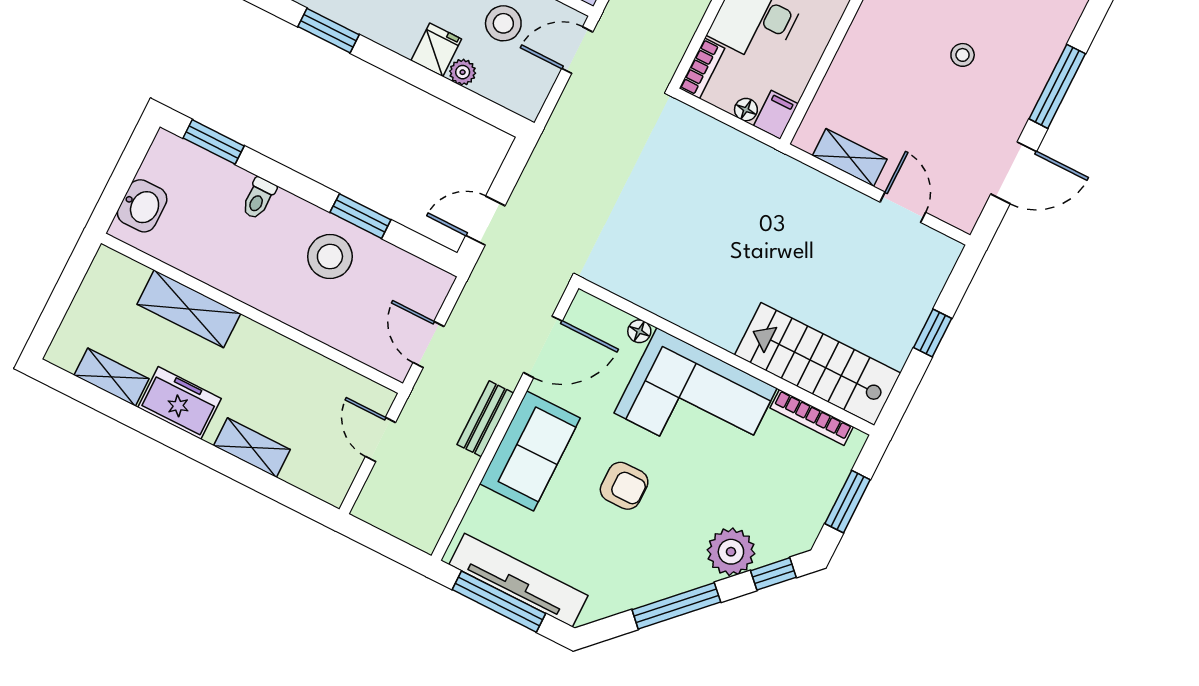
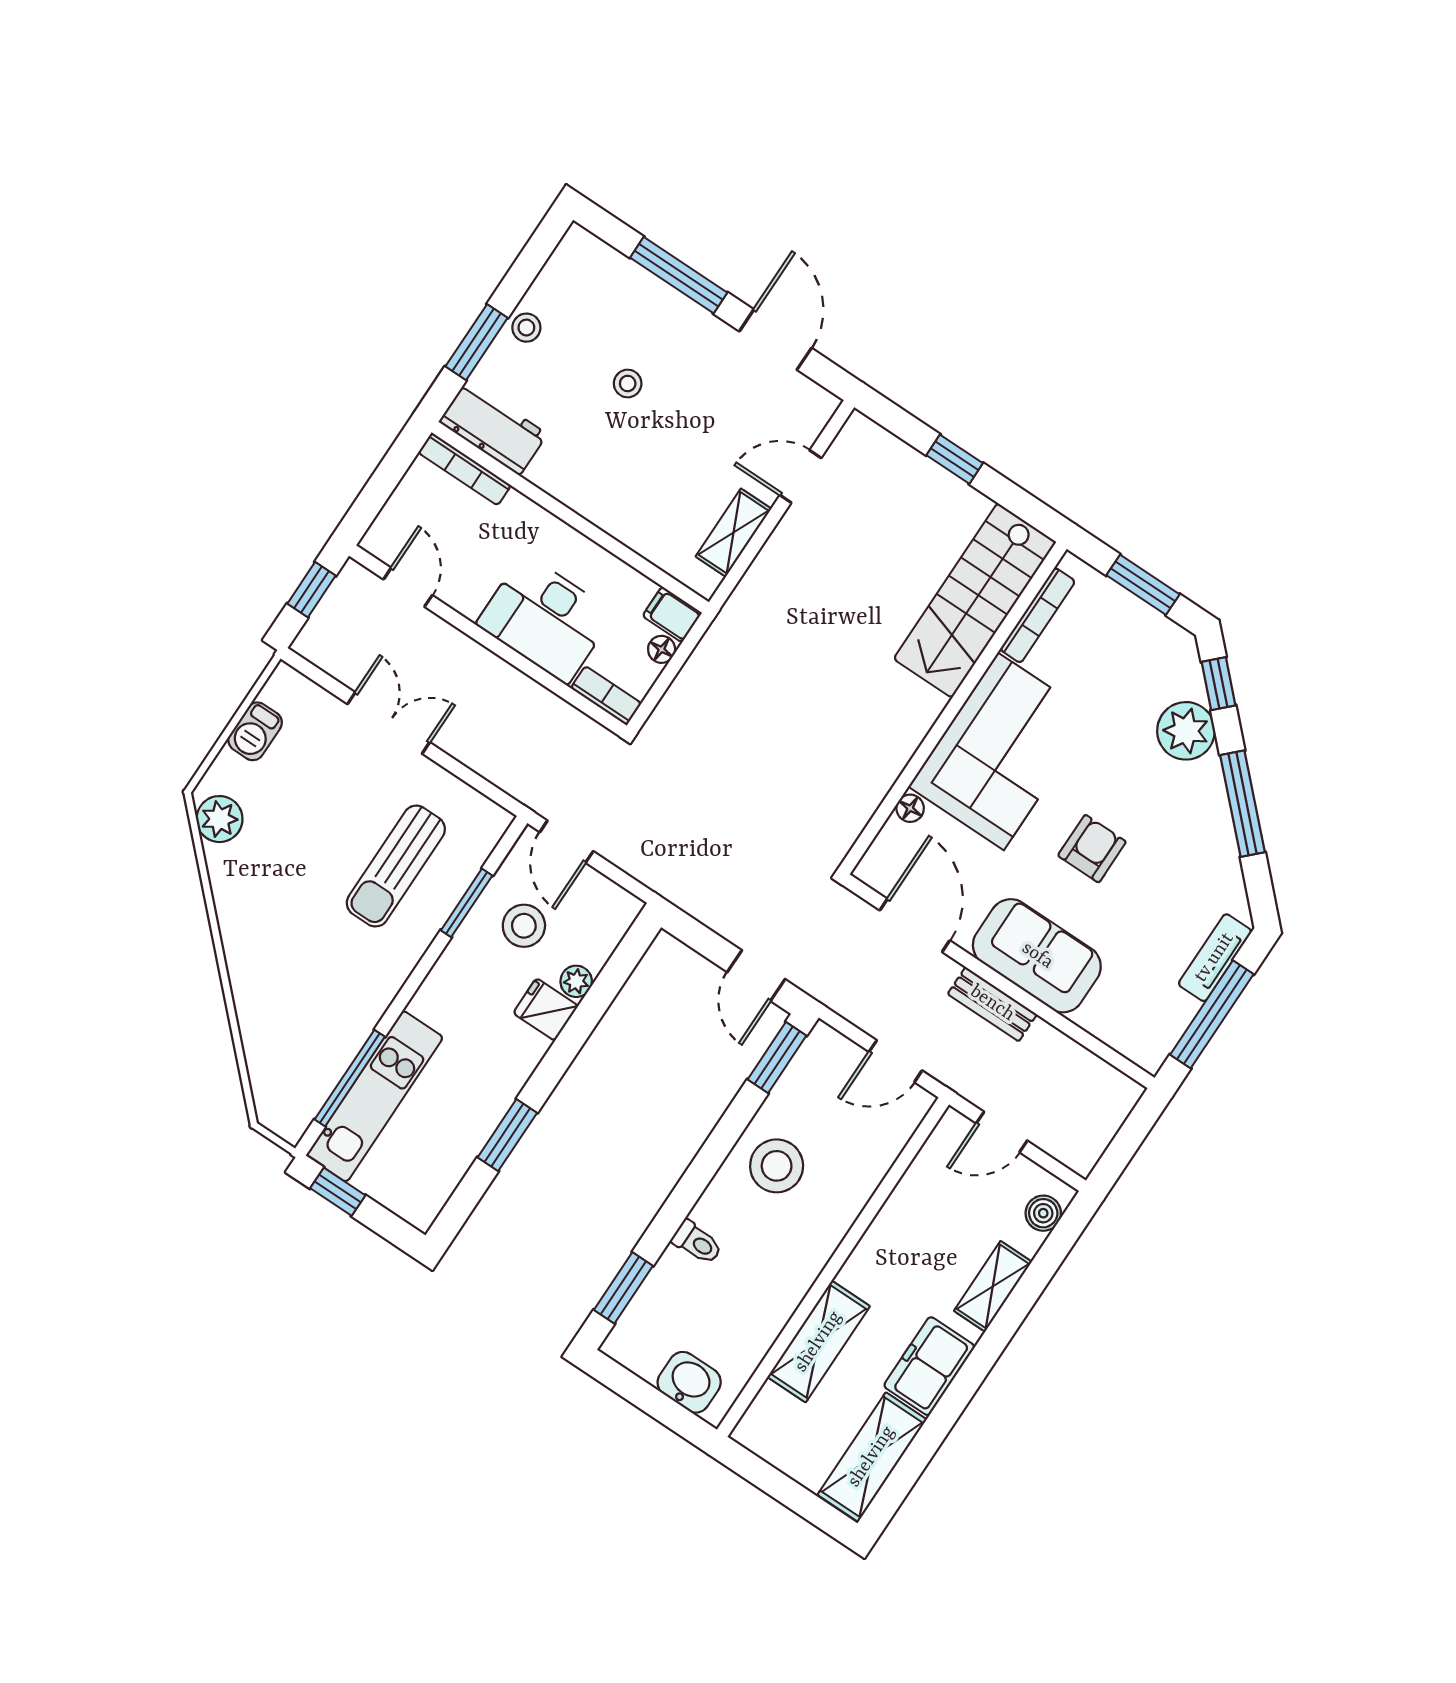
window: (360, 216) -> (777, 1058), moved
shelving: (111, 377) -> (872, 1457), width x1.50, depth x1.33
boiler: (318, 482) -> (1043, 1213), added
tv unit: (518, 580) -> (1215, 958), width x0.52, depth x0.78

